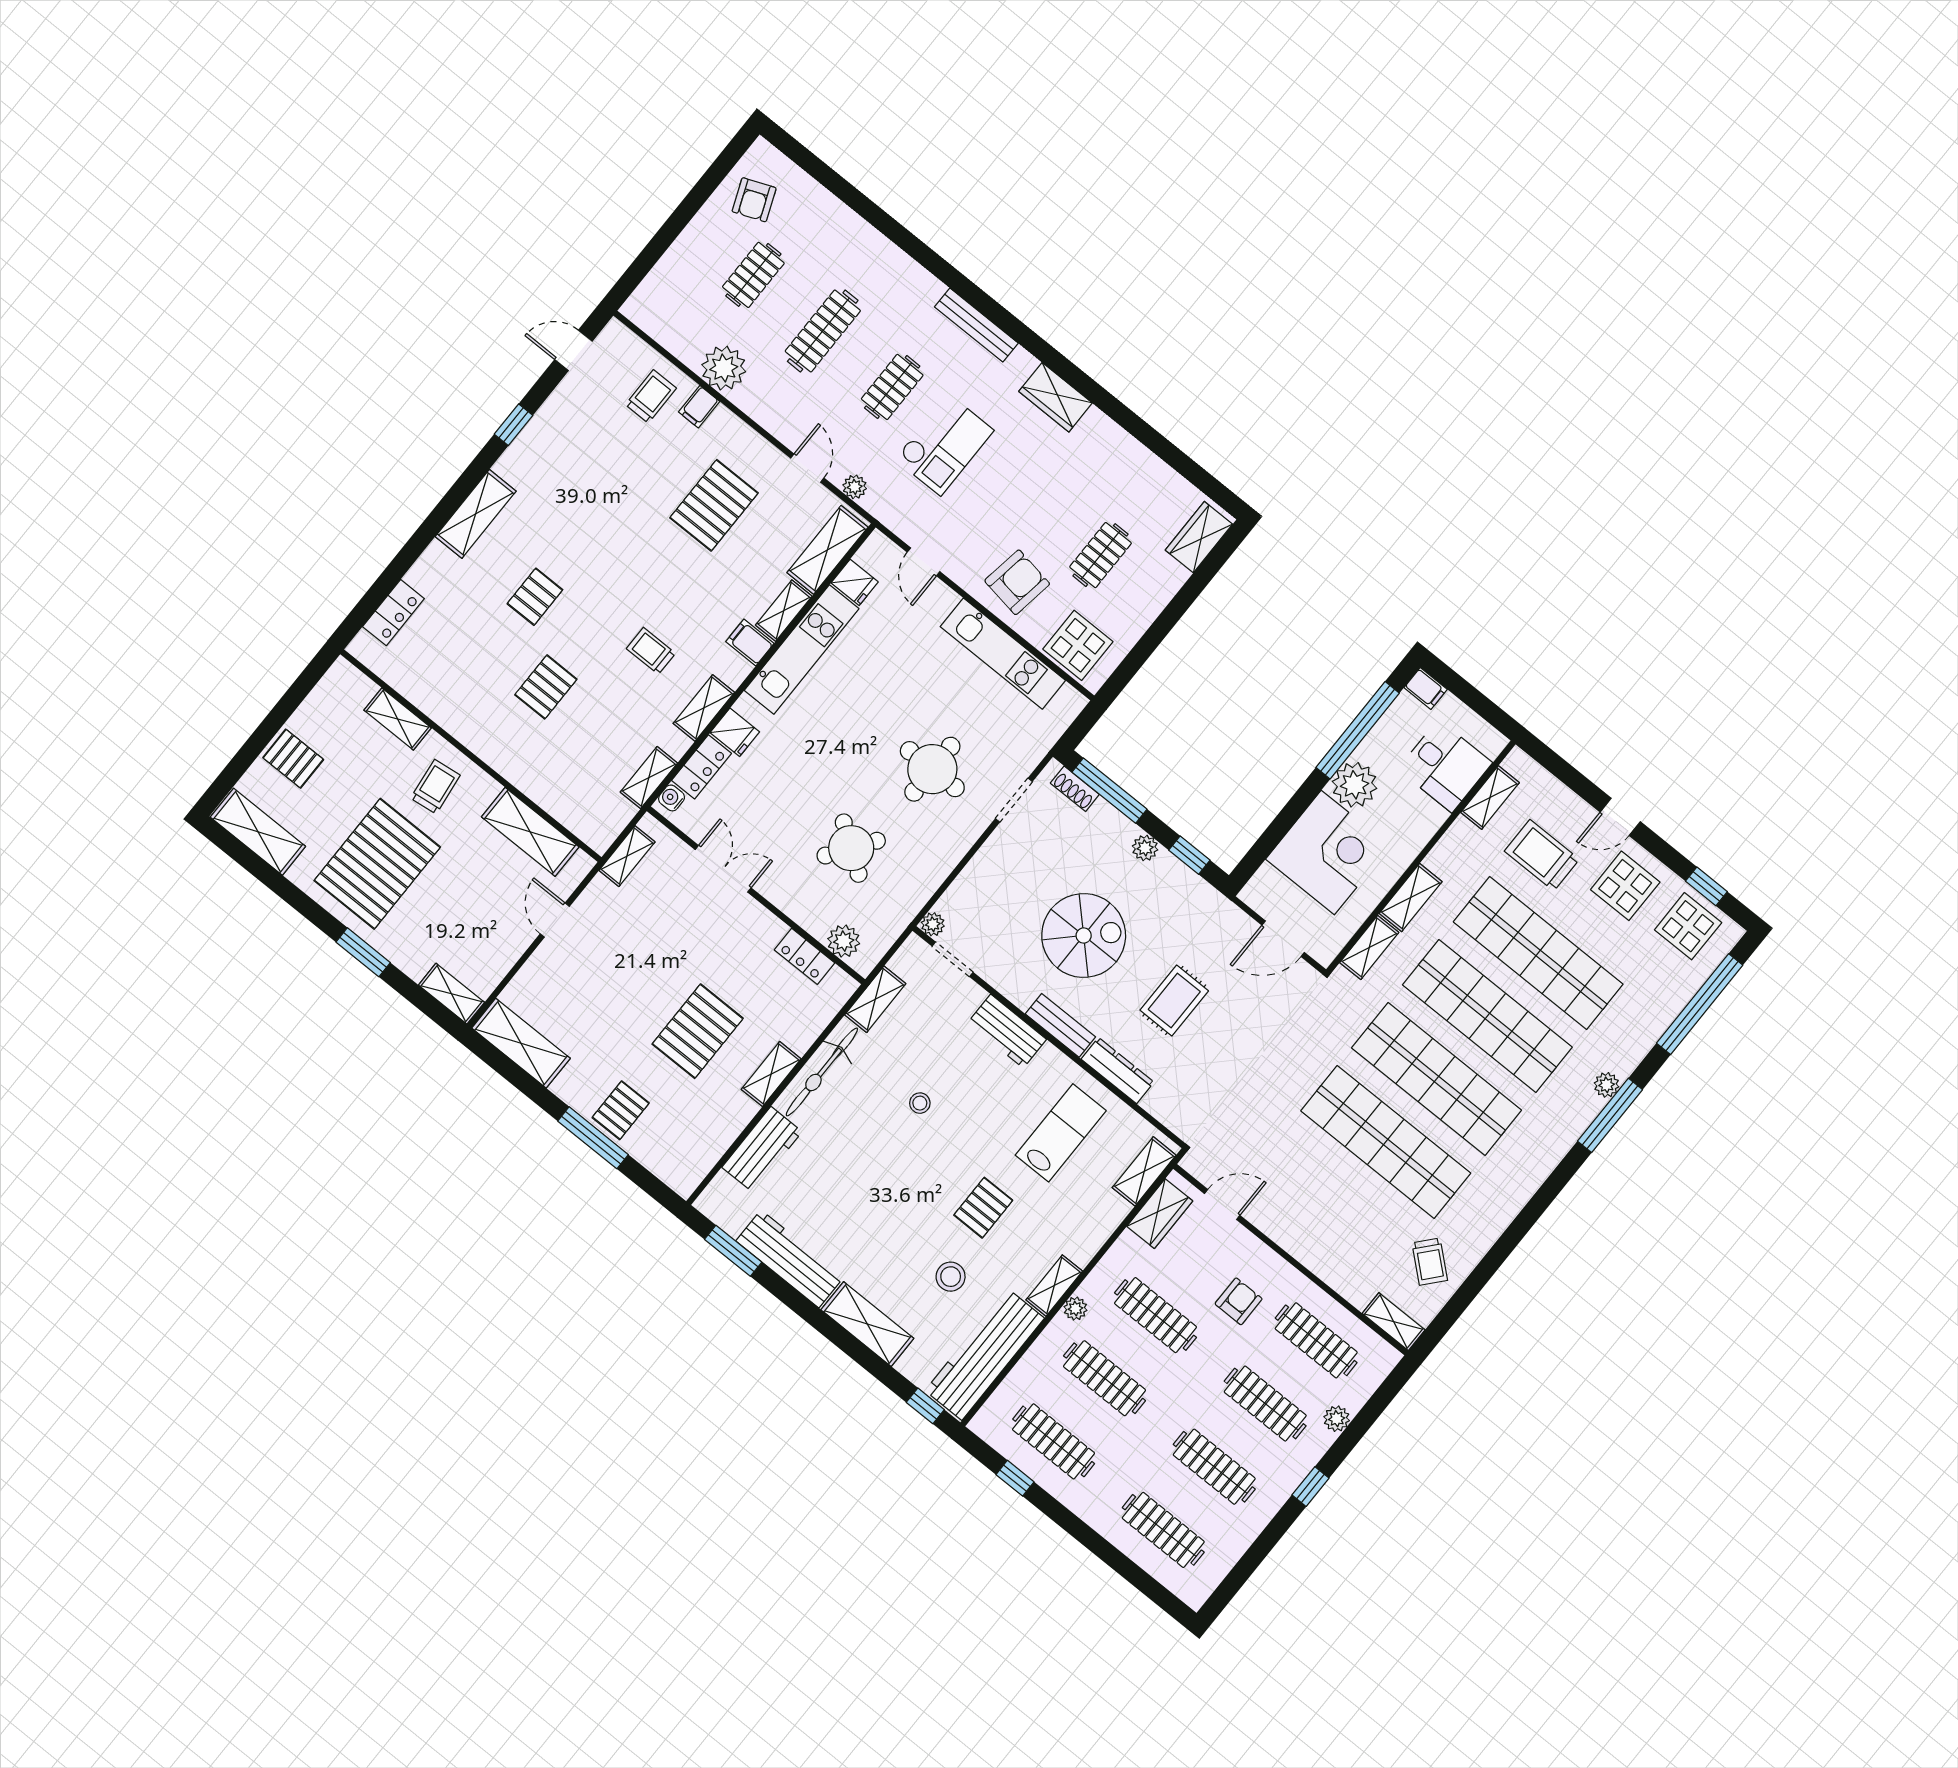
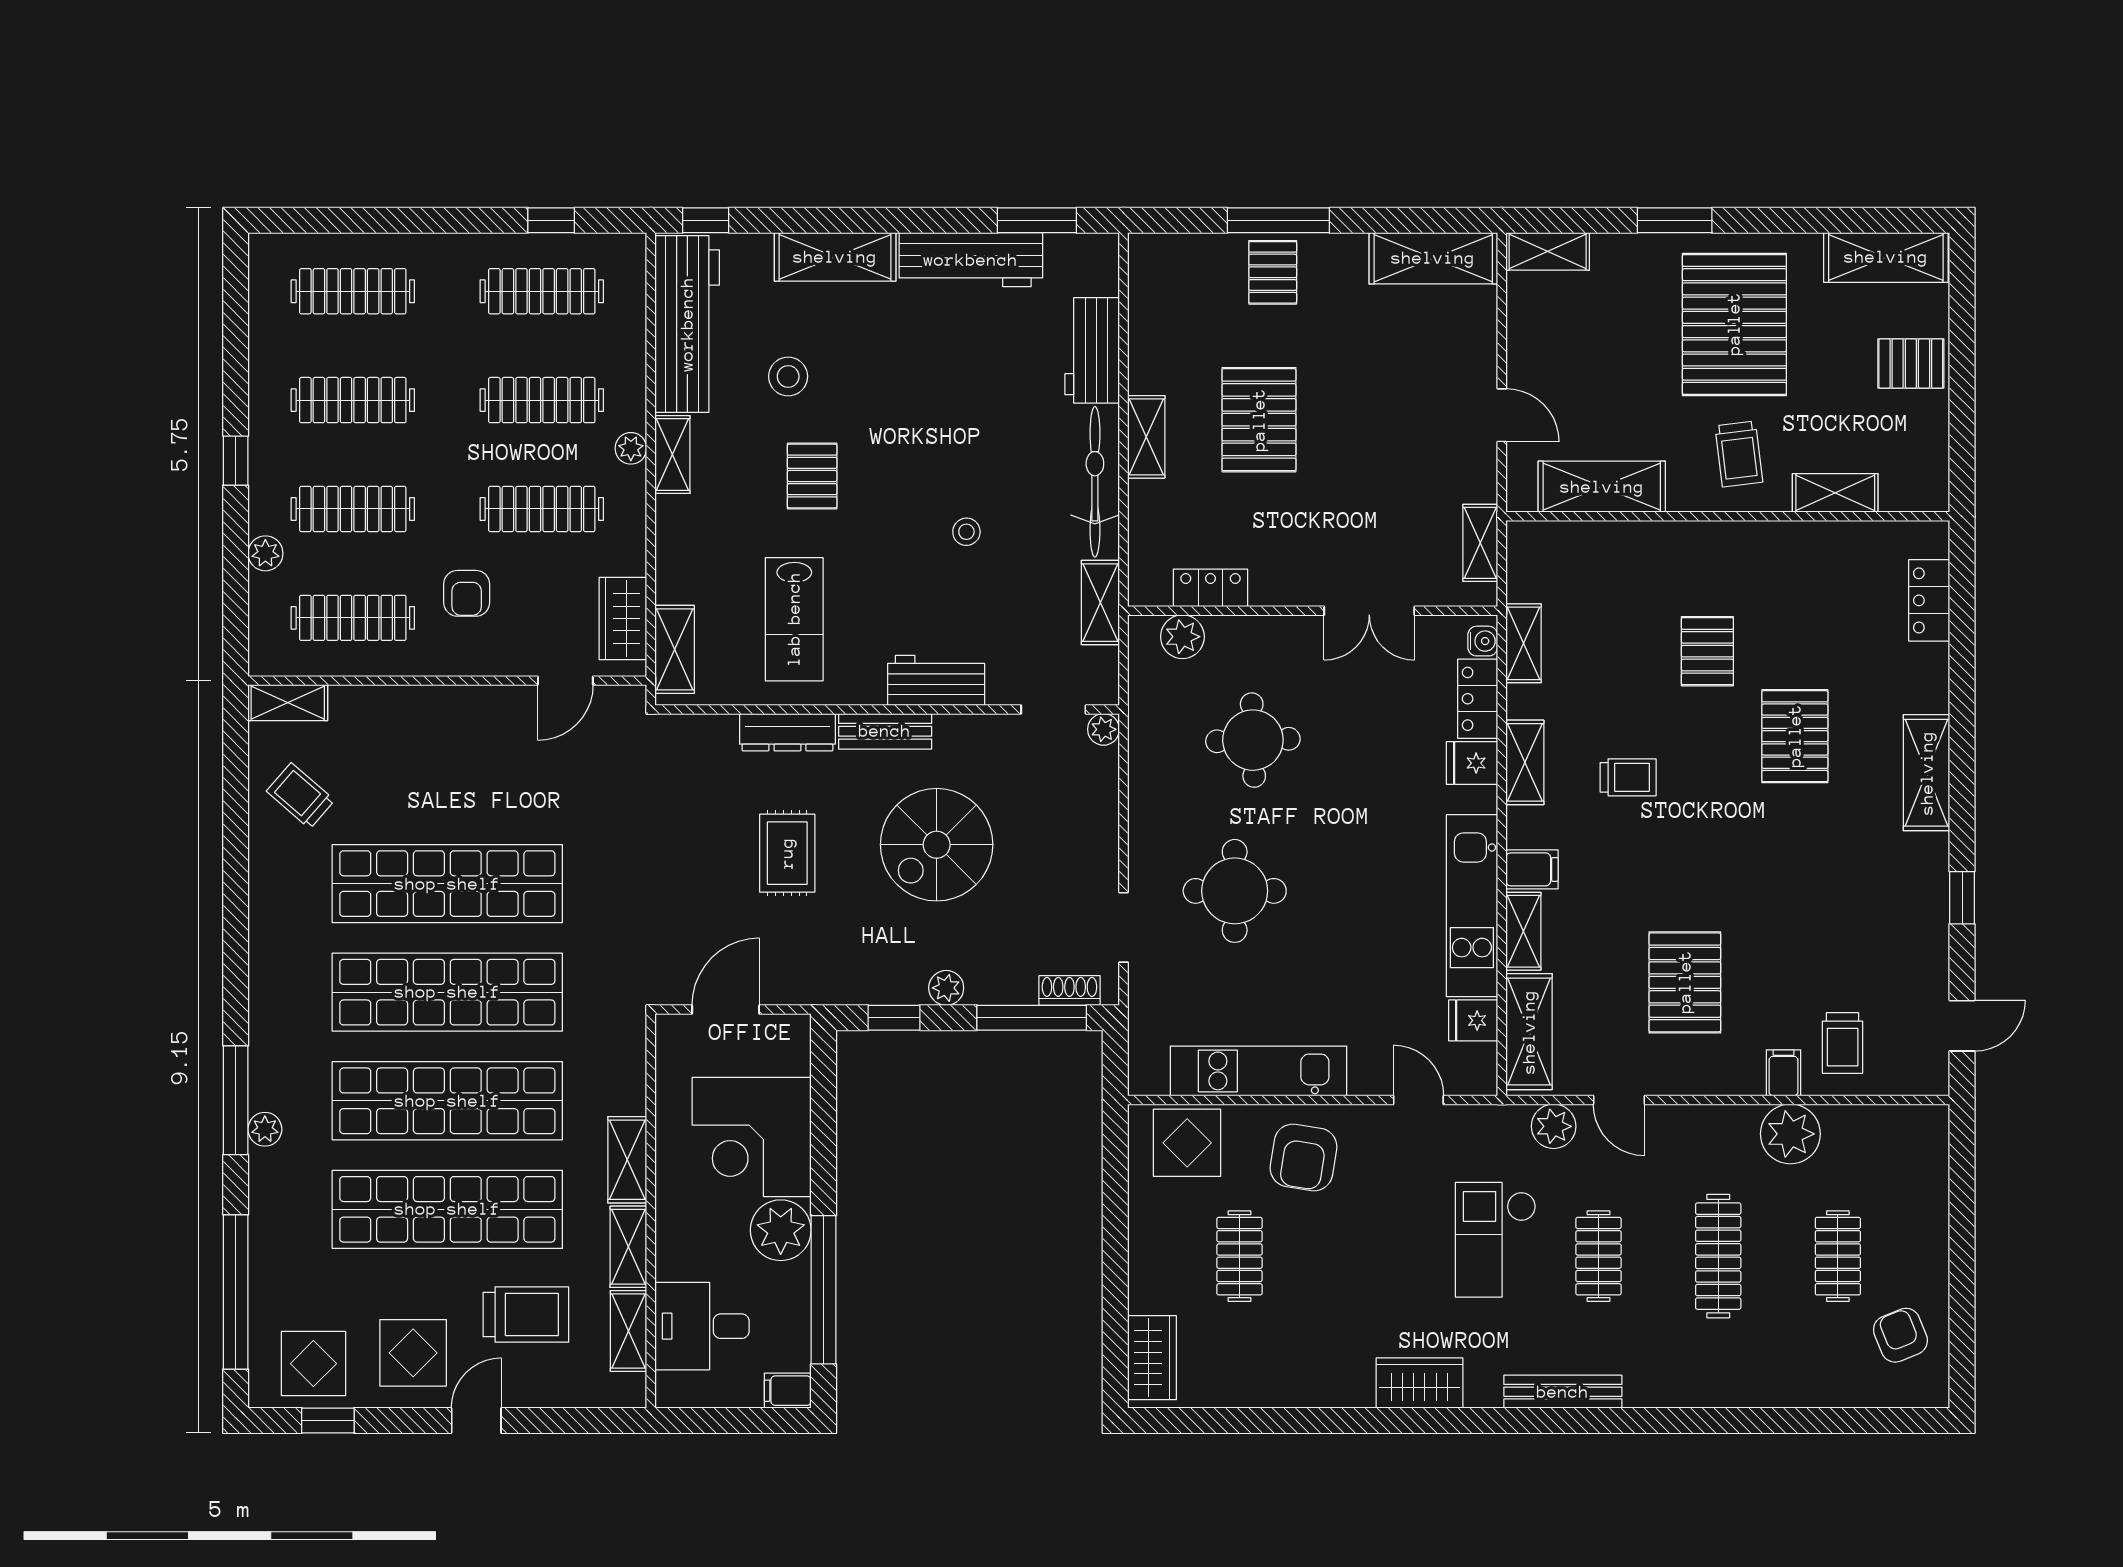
plant: (855, 487) -> (1554, 1126), width x1.38, depth x1.38
pallet: (535, 597) -> (1795, 736), width x1.50, depth x1.42
round table: (851, 848) -> (1253, 740), turned -37
shelving: (1369, 948) -> (628, 1247), moved

